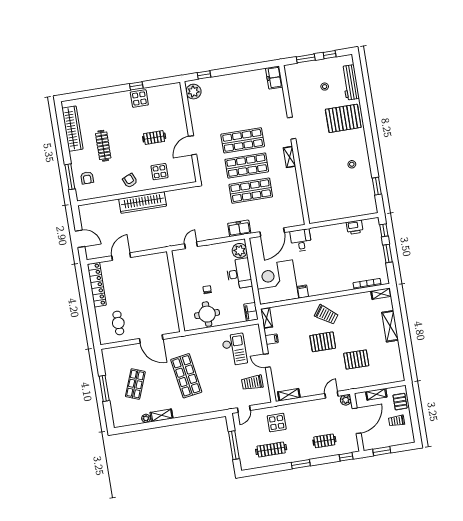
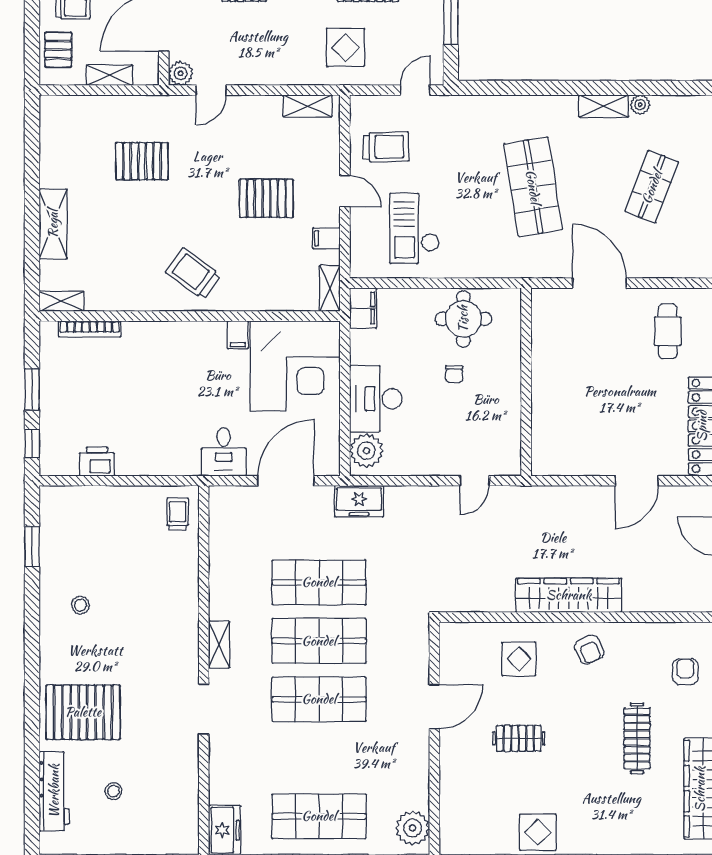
shop shelf: (234, 90) -> (319, 816), added
trolley: (316, 210) -> (178, 514), added
pallet: (323, 342) -> (266, 198), moved

